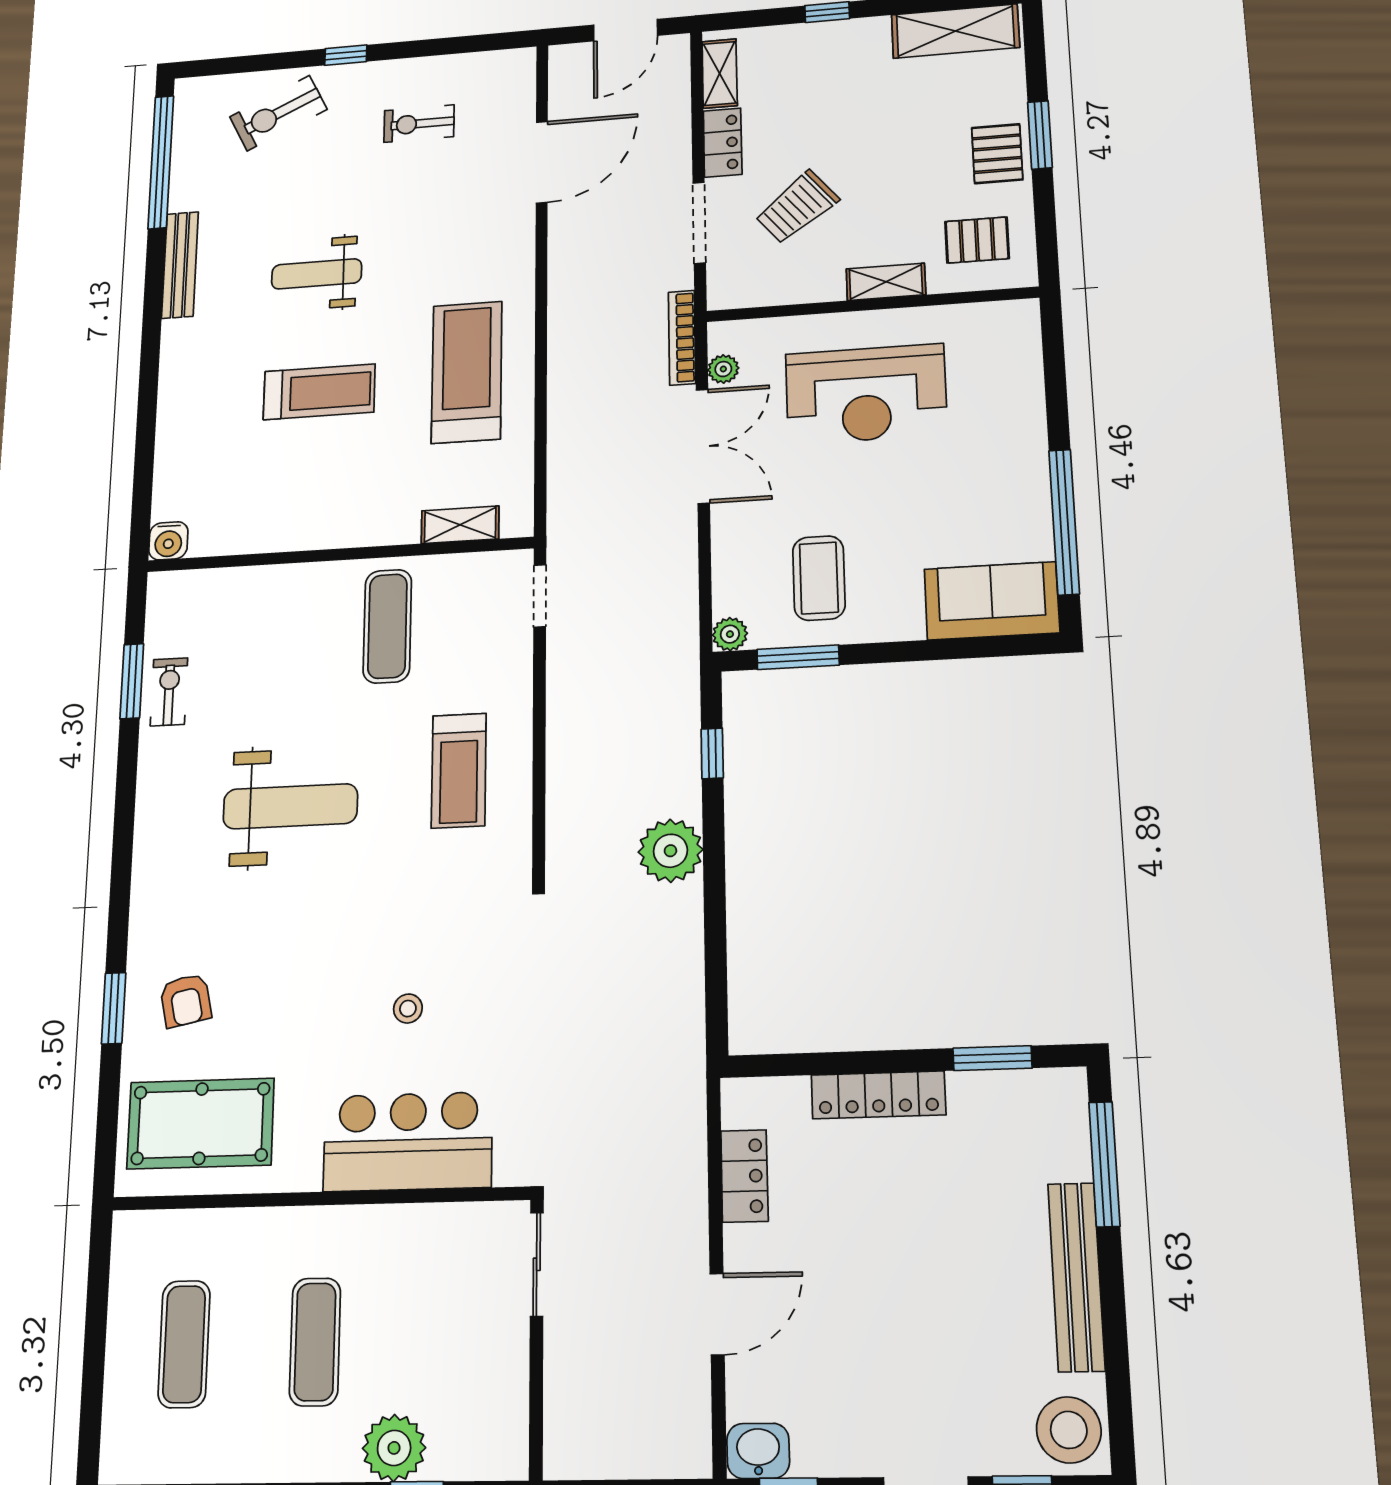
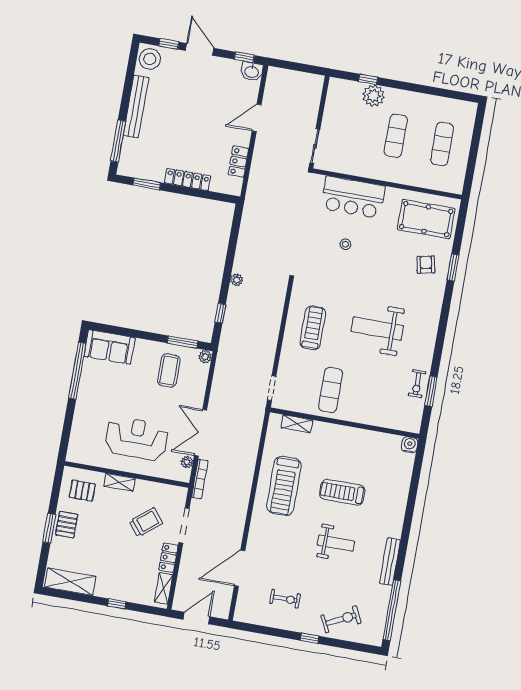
plant: (670, 851) -> (237, 280), width x0.53, depth x0.53

